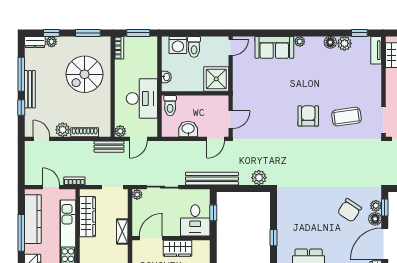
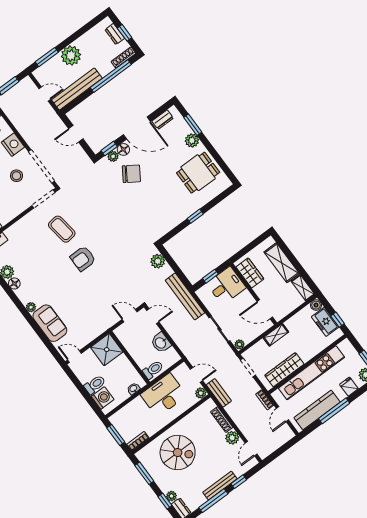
wardrobe: (178, 248) -> (250, 273), moved

